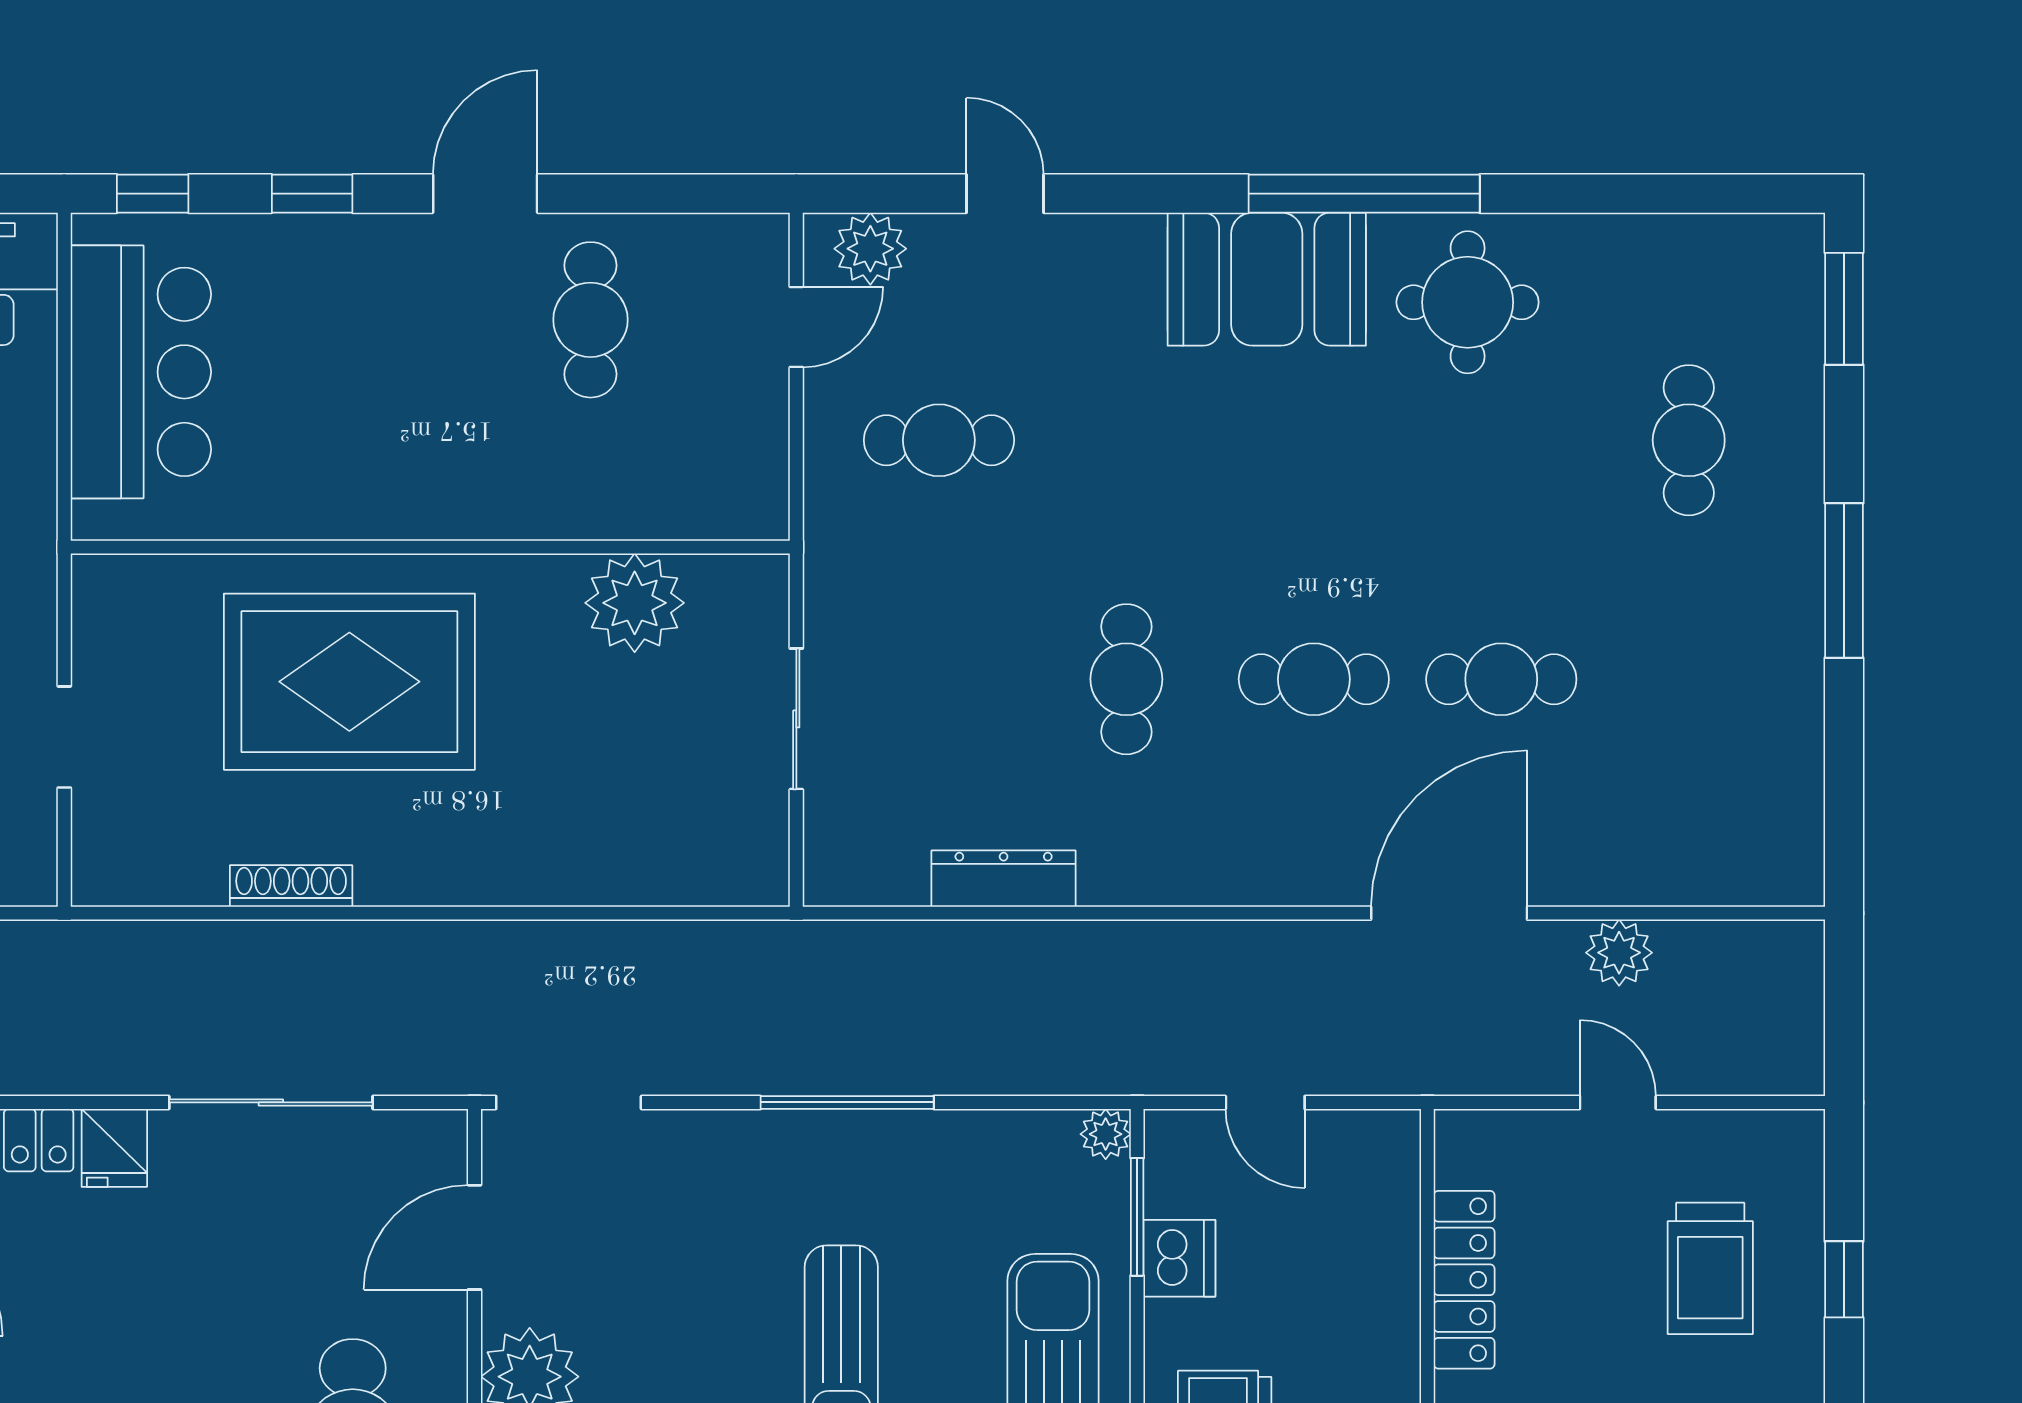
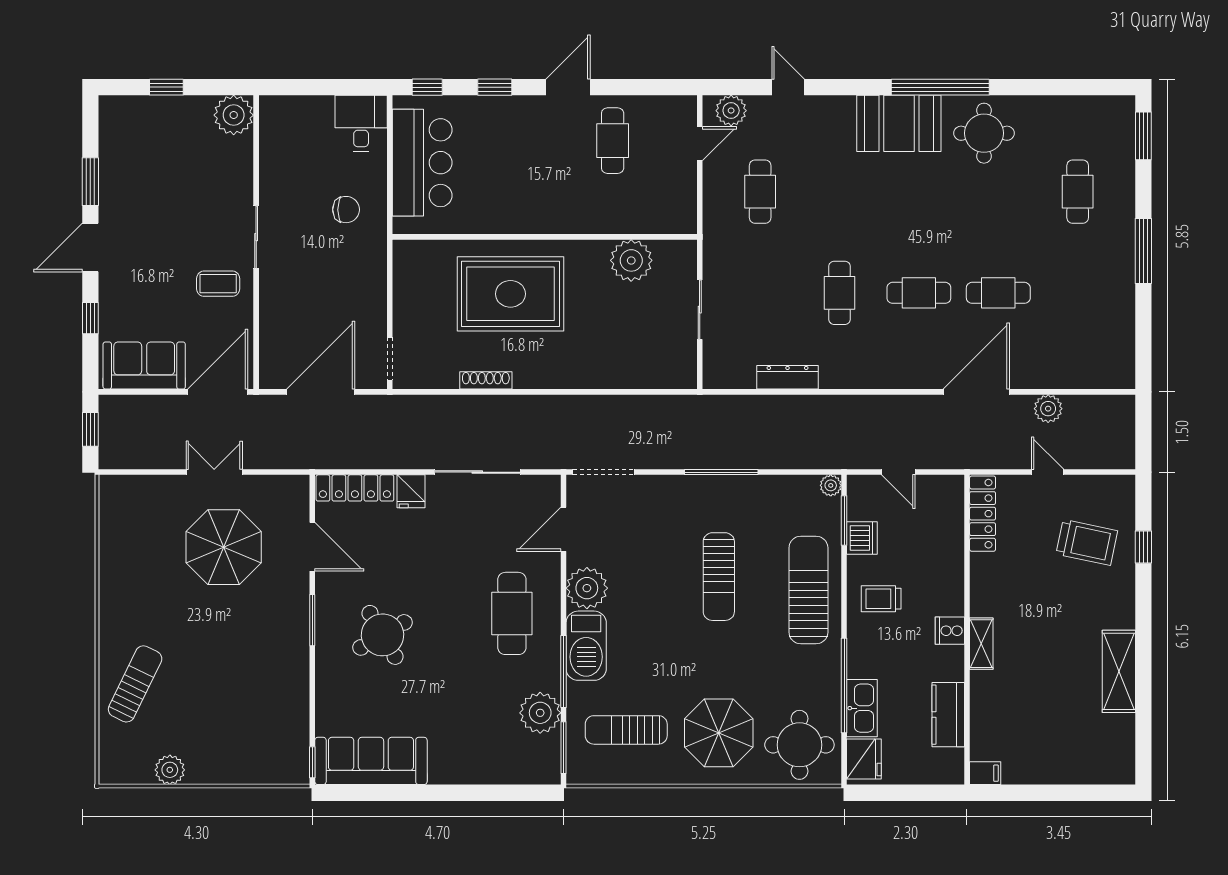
cafe table: (939, 440) -> (760, 192), turned 90
doorway: (64, 737) -> (390, 359), moved
trolley: (1710, 1268) -> (1087, 542), turned -78
locker: (1464, 1280) -> (983, 514), moved

